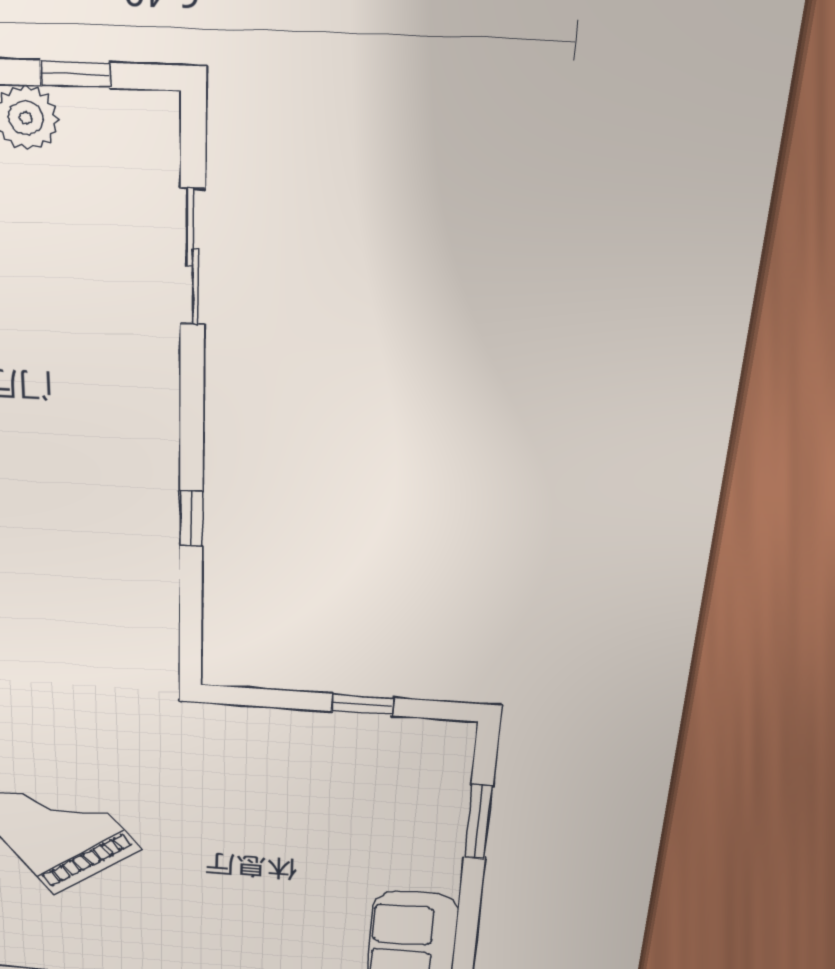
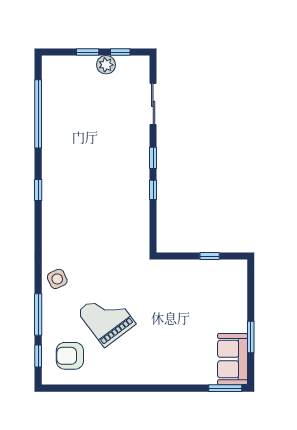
window: (192, 426) -> (153, 158), added
window: (478, 822) -> (251, 337), moved

